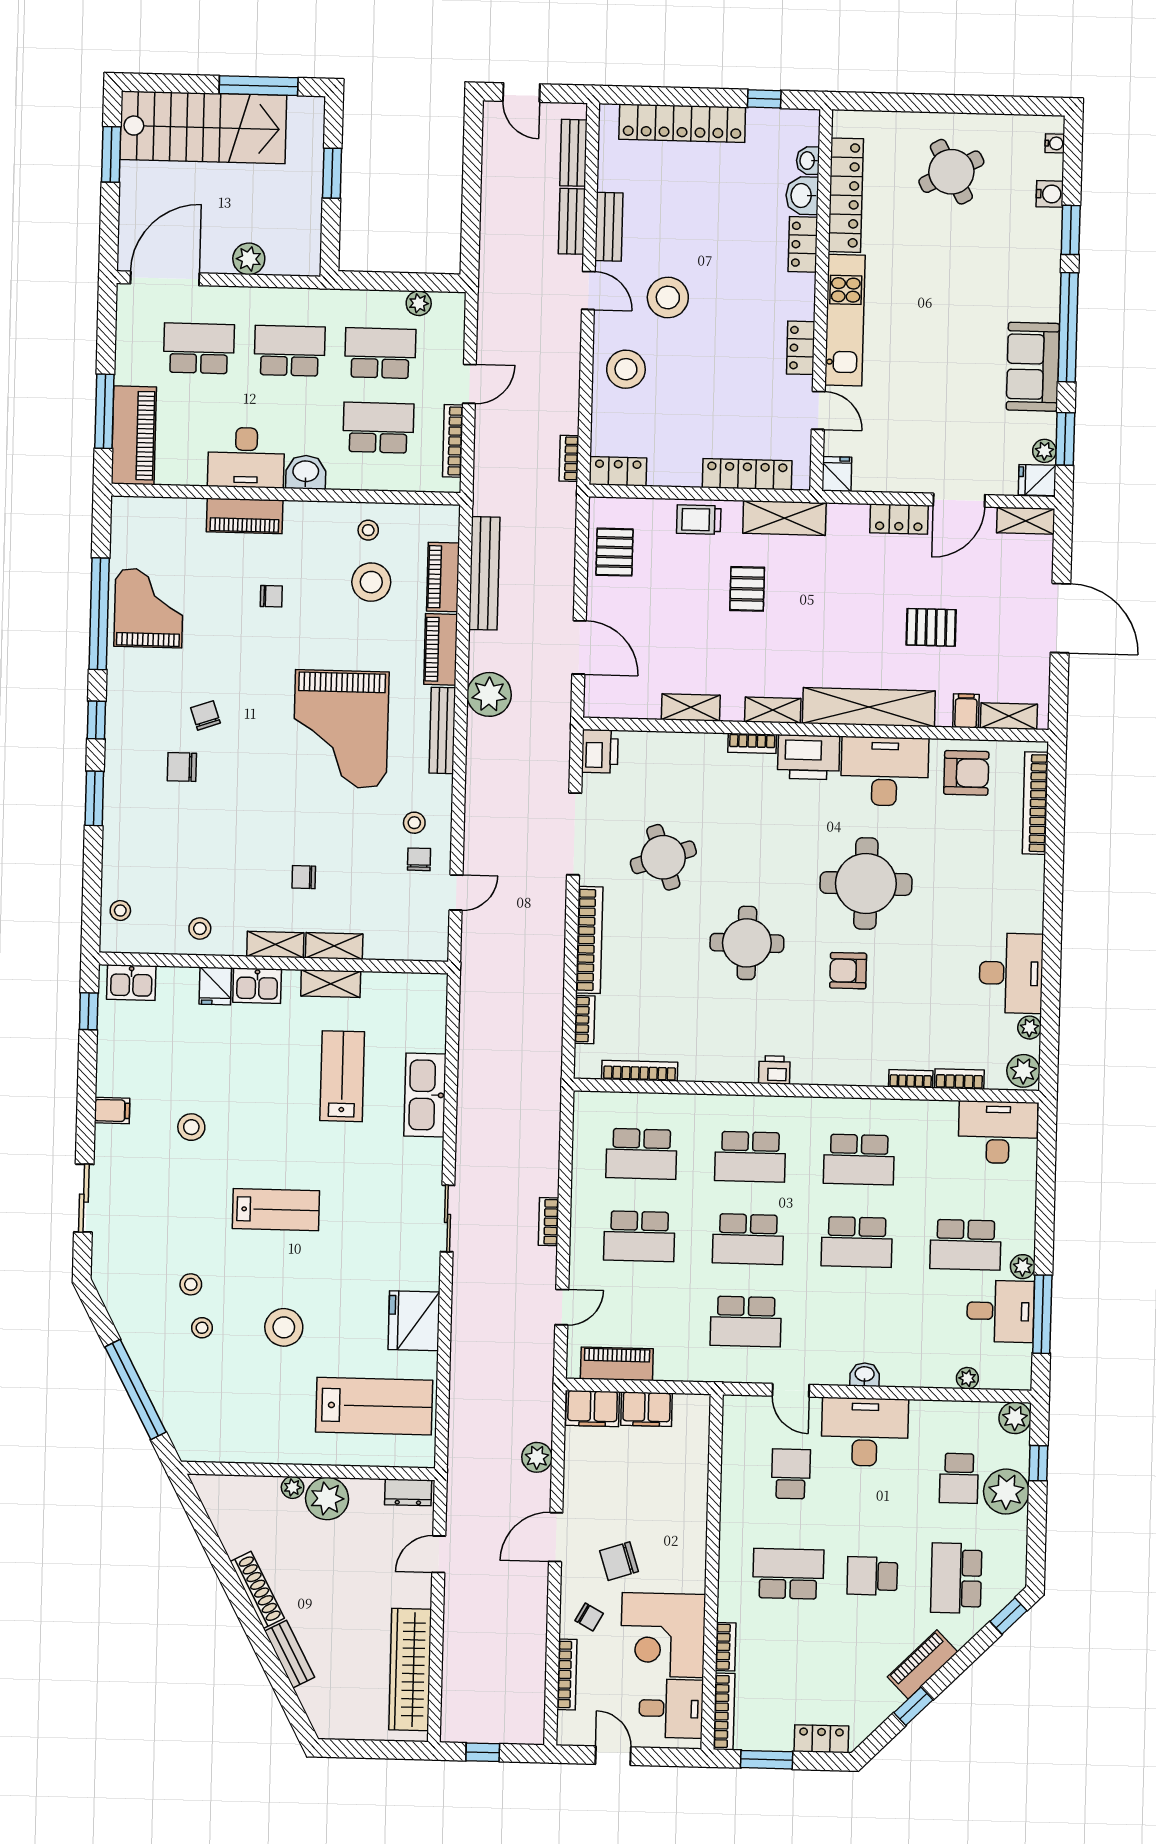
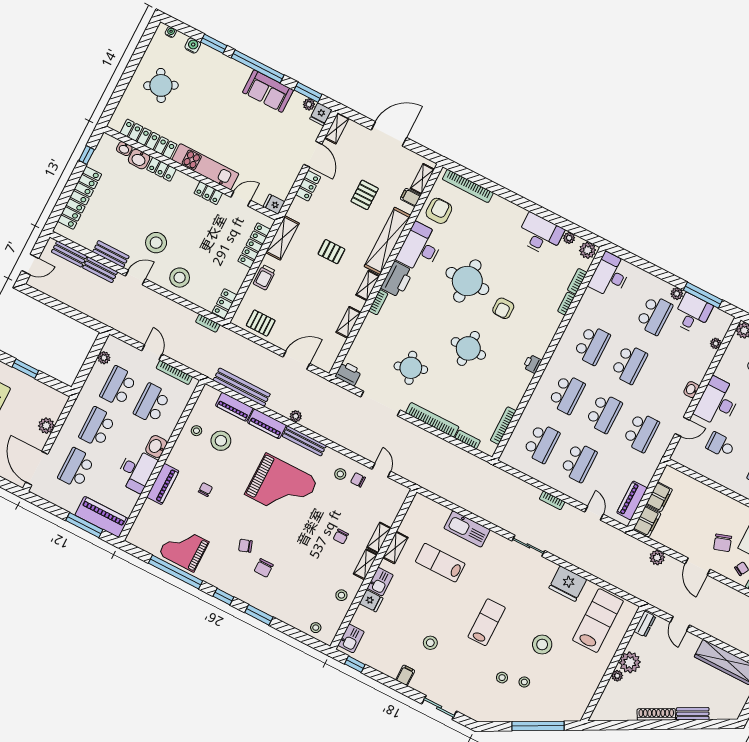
pallet: (747, 589) -> (331, 252), moved
plant: (489, 694) -> (296, 416), width x0.53, depth x0.53

